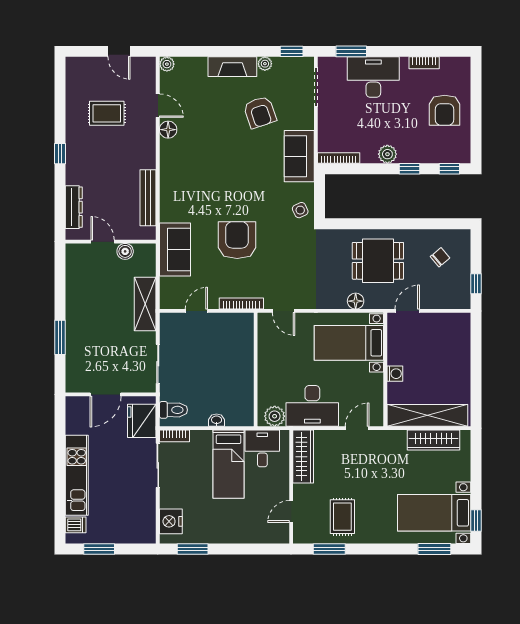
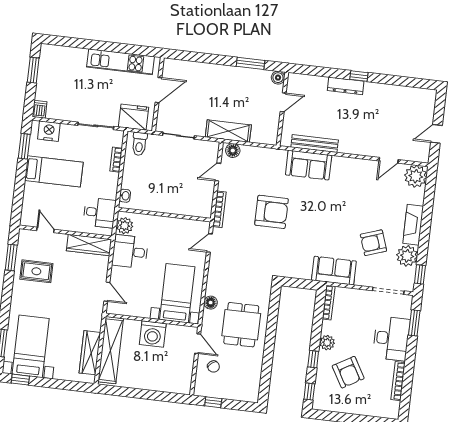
bookcase: (424, 63) -> (398, 381), width x1.56
plant: (167, 64) -> (416, 176), width x1.88, depth x1.88
plant: (265, 64) -> (407, 256), width x1.88, depth x1.88
armchair: (445, 110) -> (348, 372), moved, turned -120
rug: (107, 113) -> (387, 118), removed
floor lamp: (168, 130) -> (233, 151), moved
dresser: (74, 207) -> (346, 86), moved
side table: (300, 210) -> (290, 266), removed
sofa: (175, 250) -> (309, 165), moved
boiler: (125, 251) -> (278, 78), moved
chair: (440, 257) -> (213, 366), moved
door: (196, 311) -> (218, 172), swing flipped
window: (60, 337) -> (251, 63), moved
washing machine: (395, 374) -> (153, 334), width x1.89, depth x1.89
door: (105, 394) -> (158, 90), swing flipped
desk: (312, 406) -> (130, 252), width x0.73
washbasin: (217, 420) -> (125, 196), moved
bookcase: (174, 436) -> (116, 160), moved
bed: (228, 464) -> (54, 171), moved, turned 180
kitchen unit: (77, 475) -> (120, 62), moved
dishwasher: (76, 525) -> (40, 109), moved, turned 180

